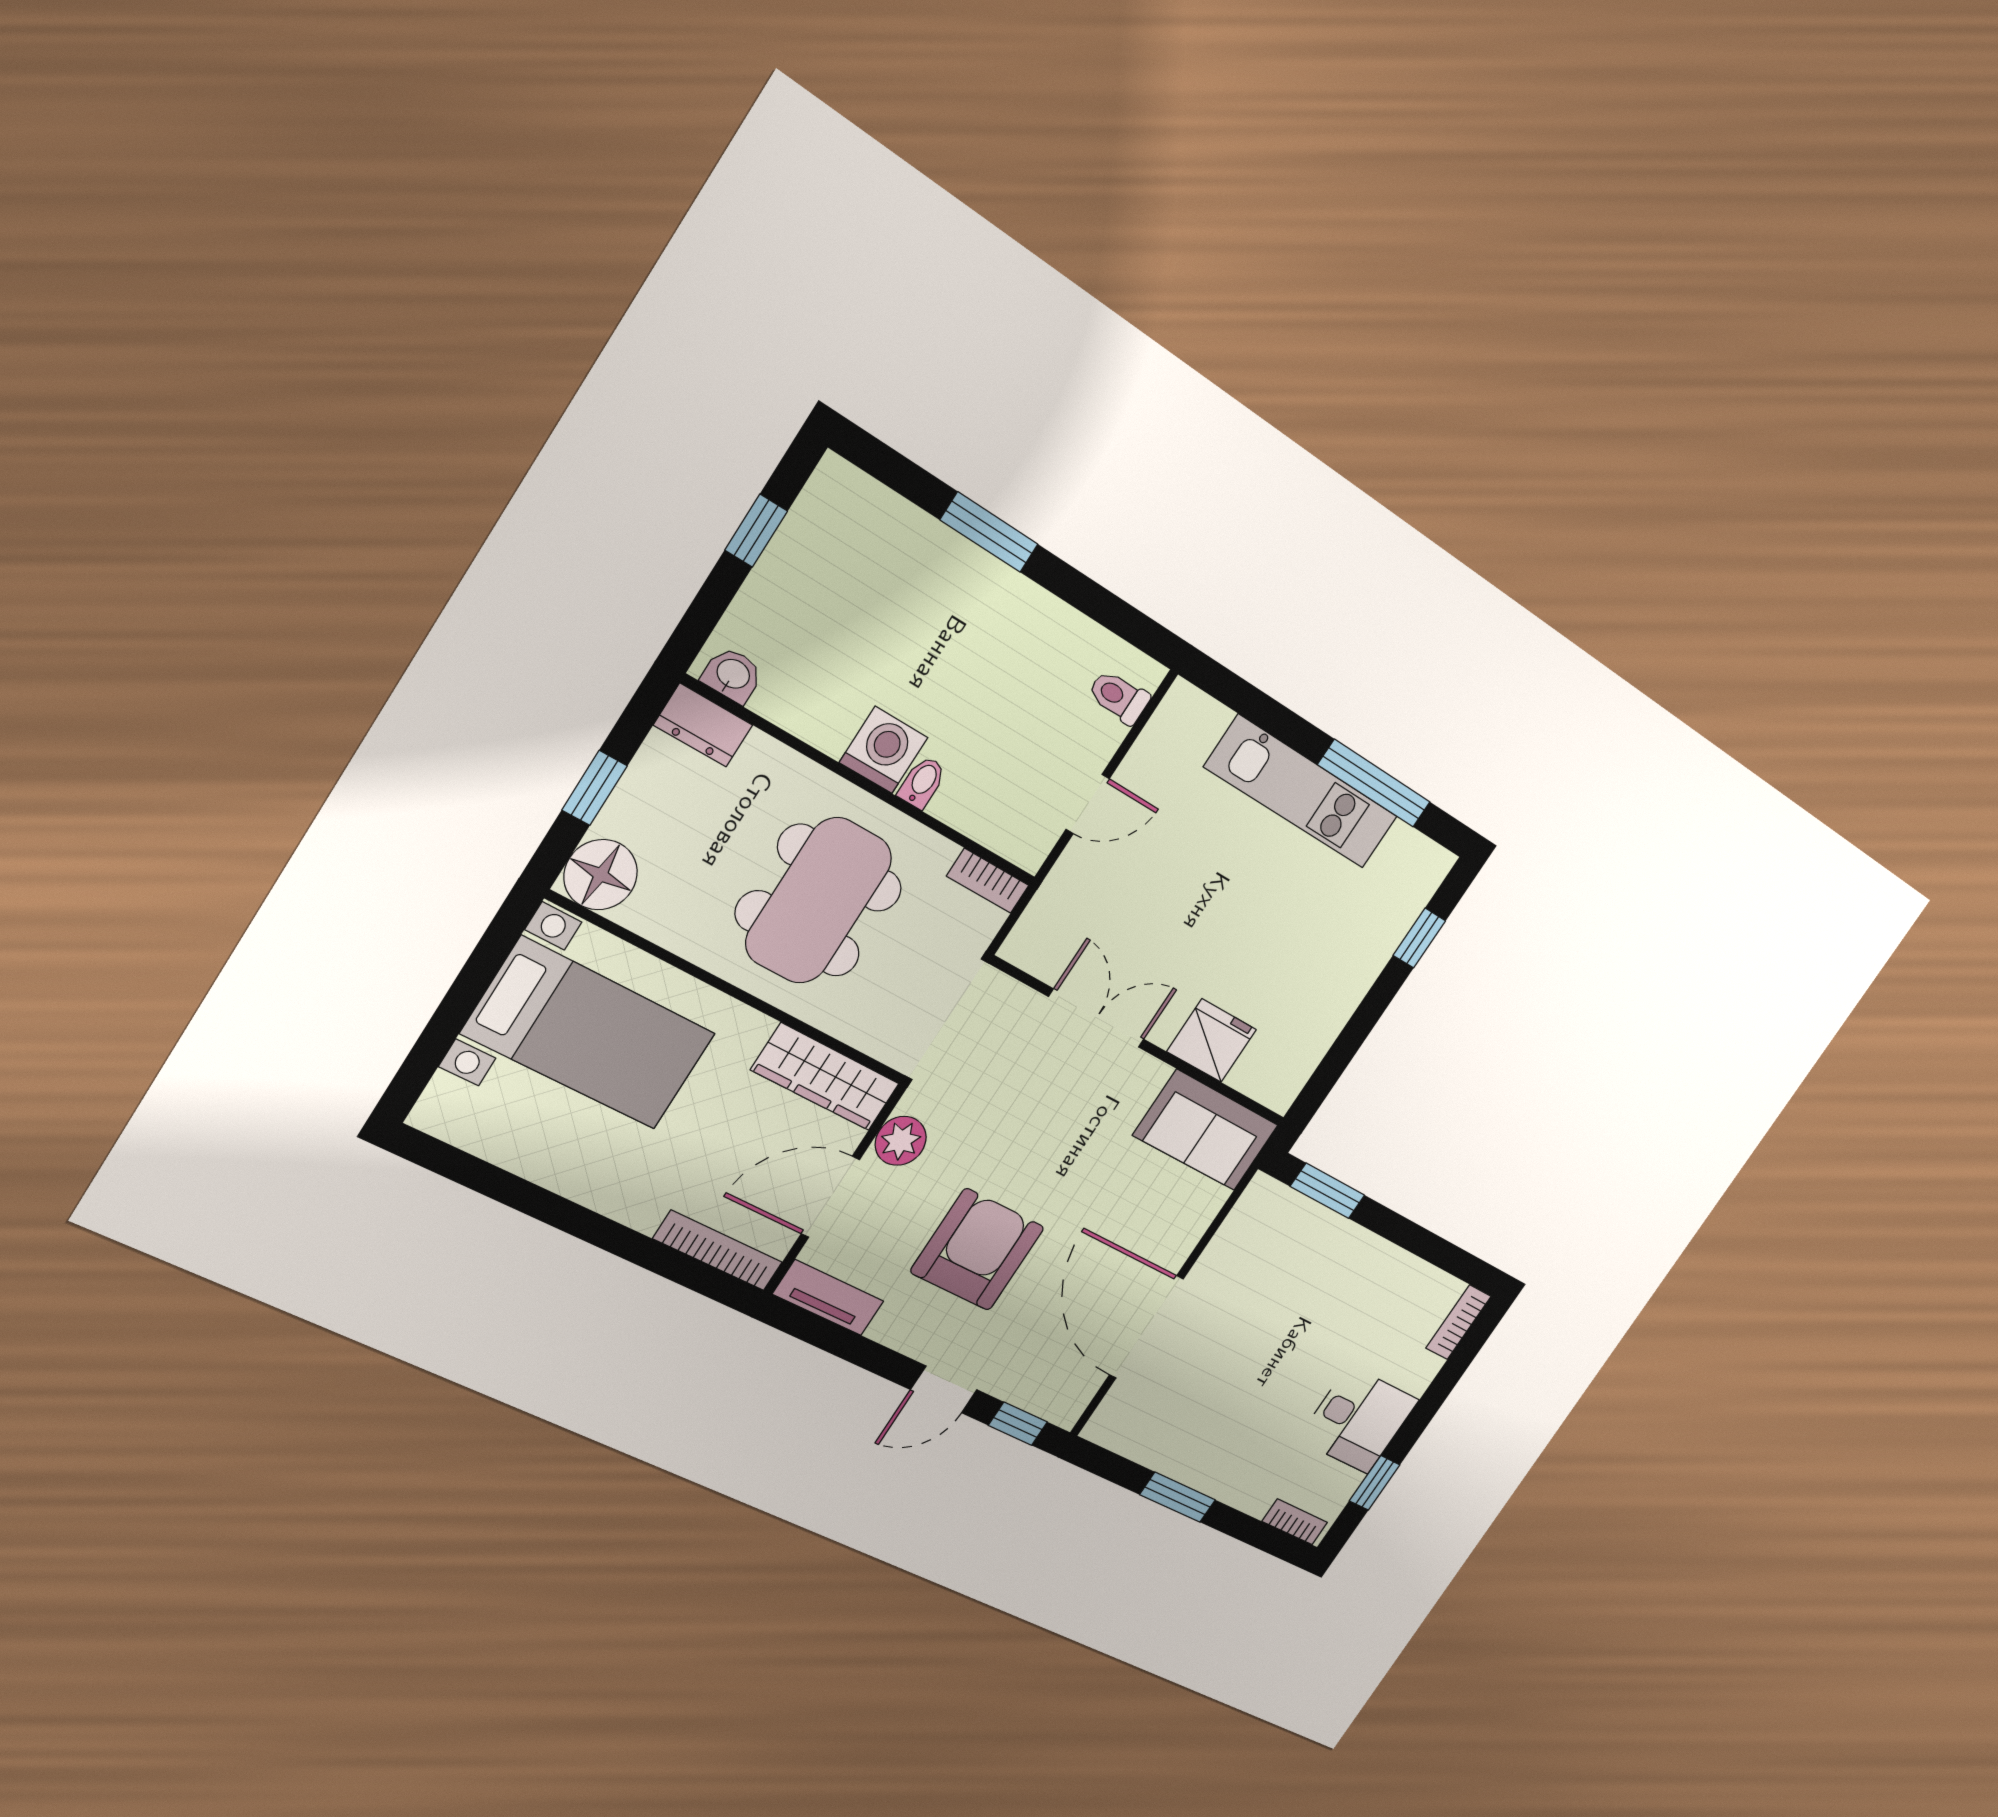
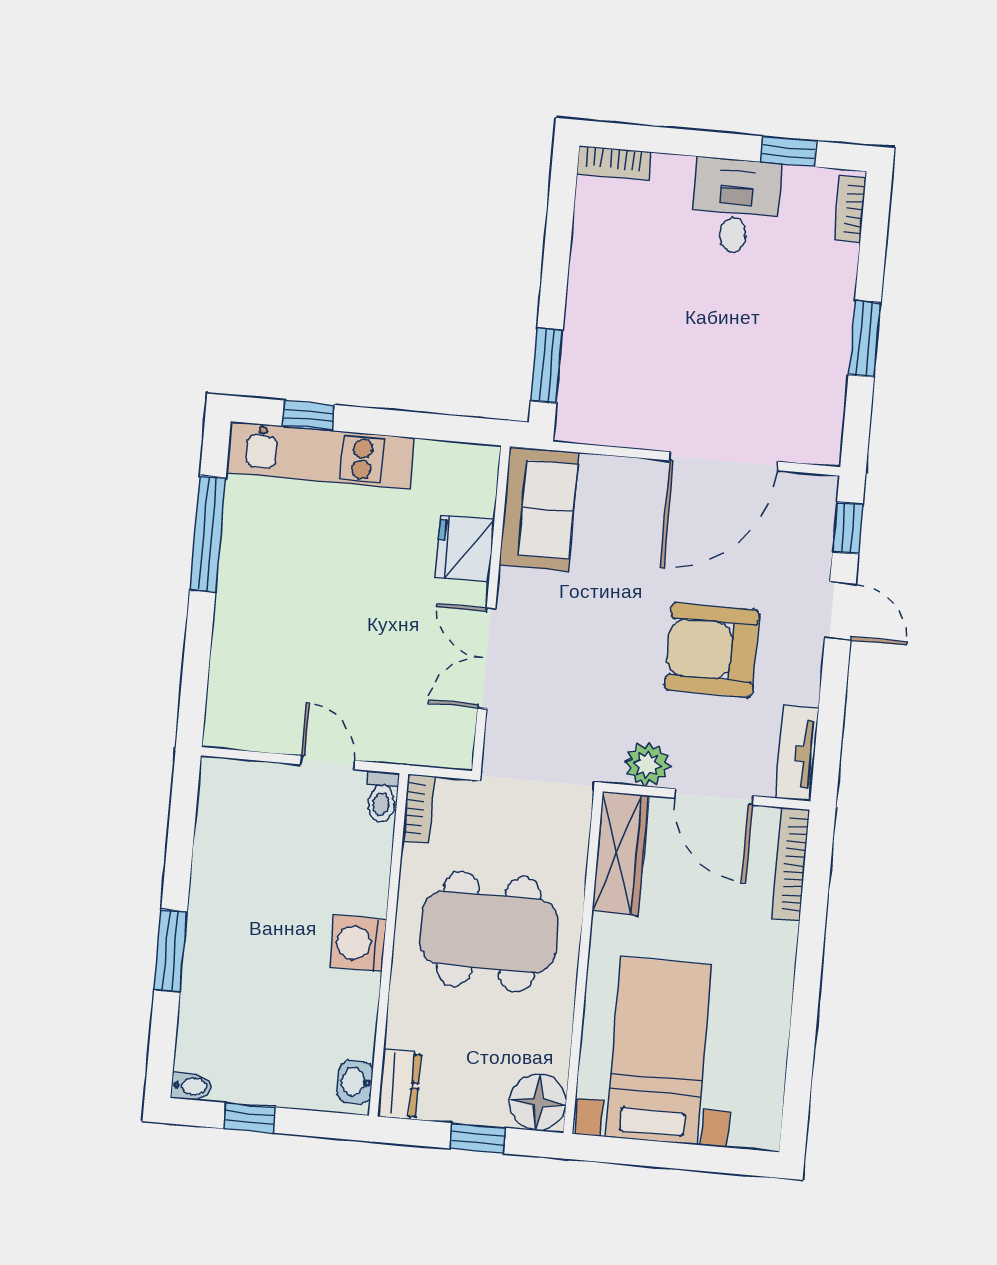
toilet: (1119, 697) -> (382, 797), moved
bidet: (922, 782) -> (191, 1086), moved, turned 180
kitchen unit: (1302, 792) -> (320, 455), moved, turned 90

